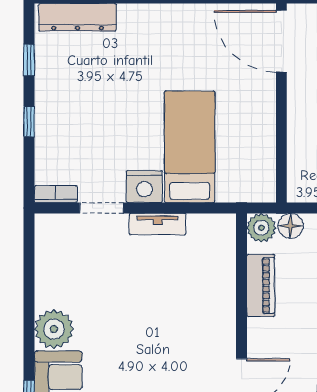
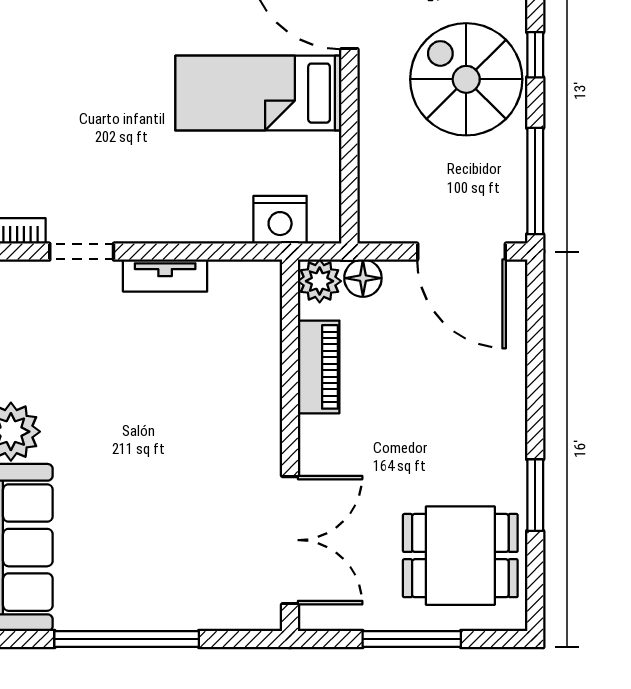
bed: (190, 147) -> (258, 93), moved, turned -90
nightstand: (144, 187) -> (280, 220), moved

